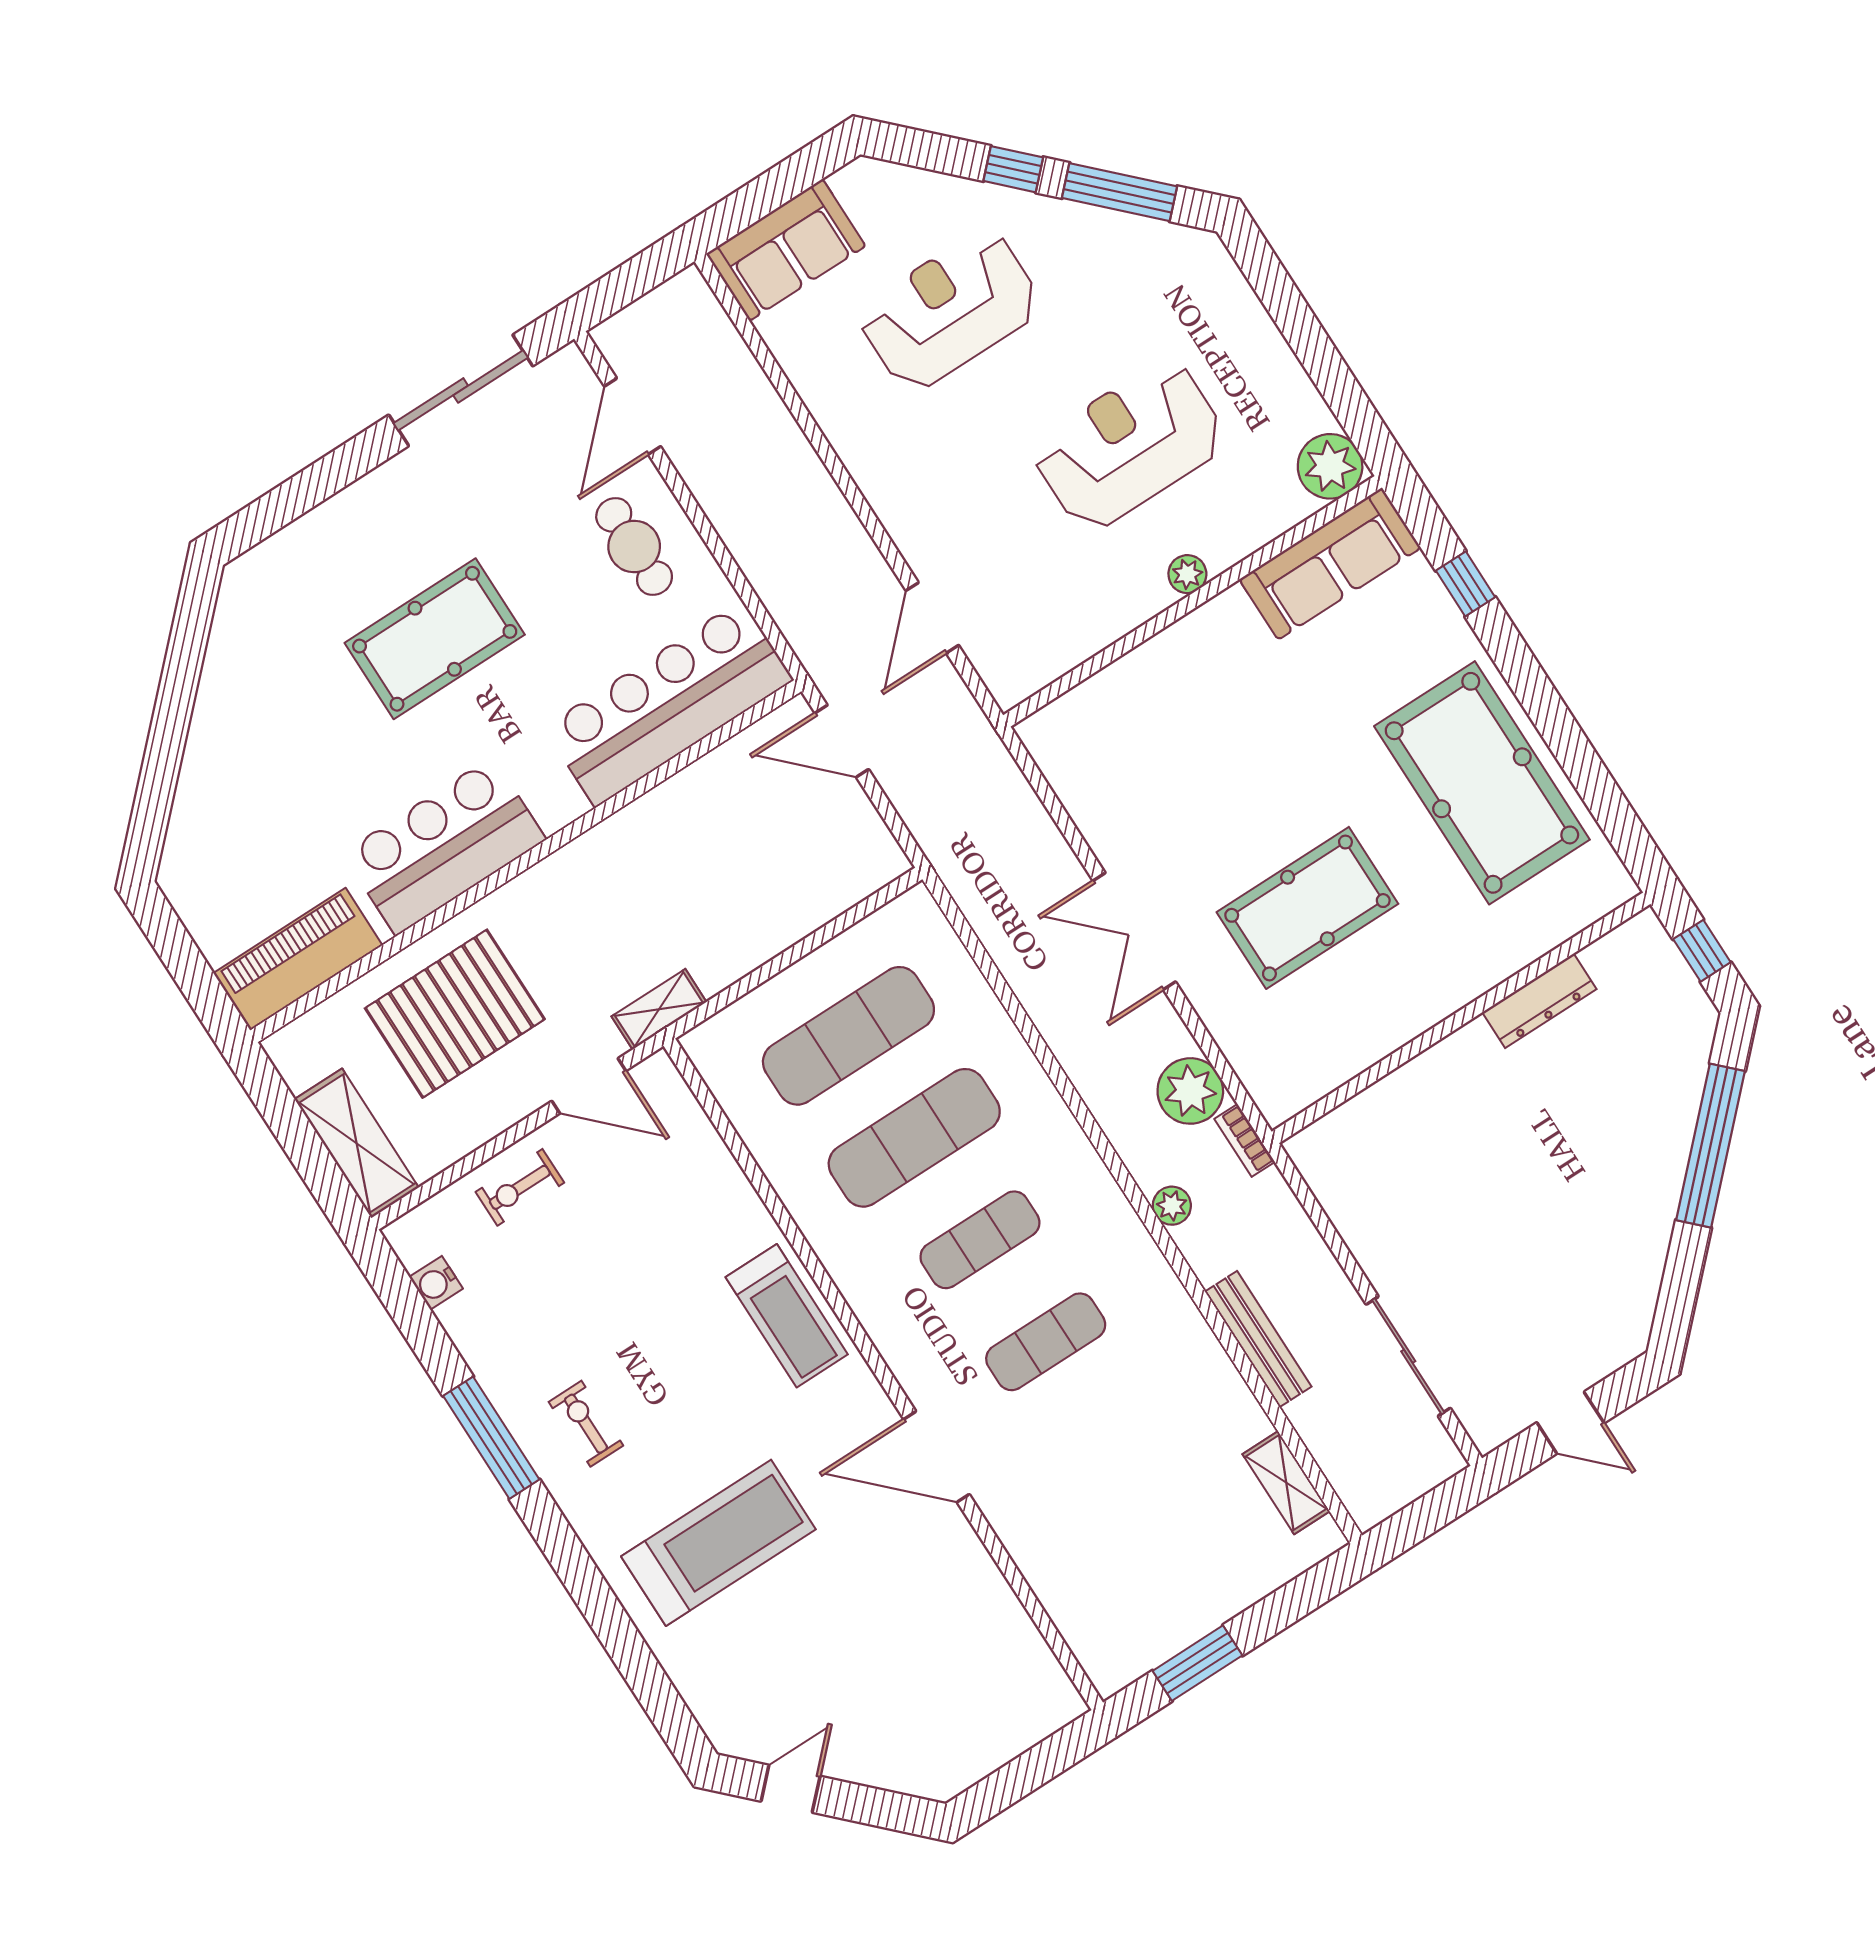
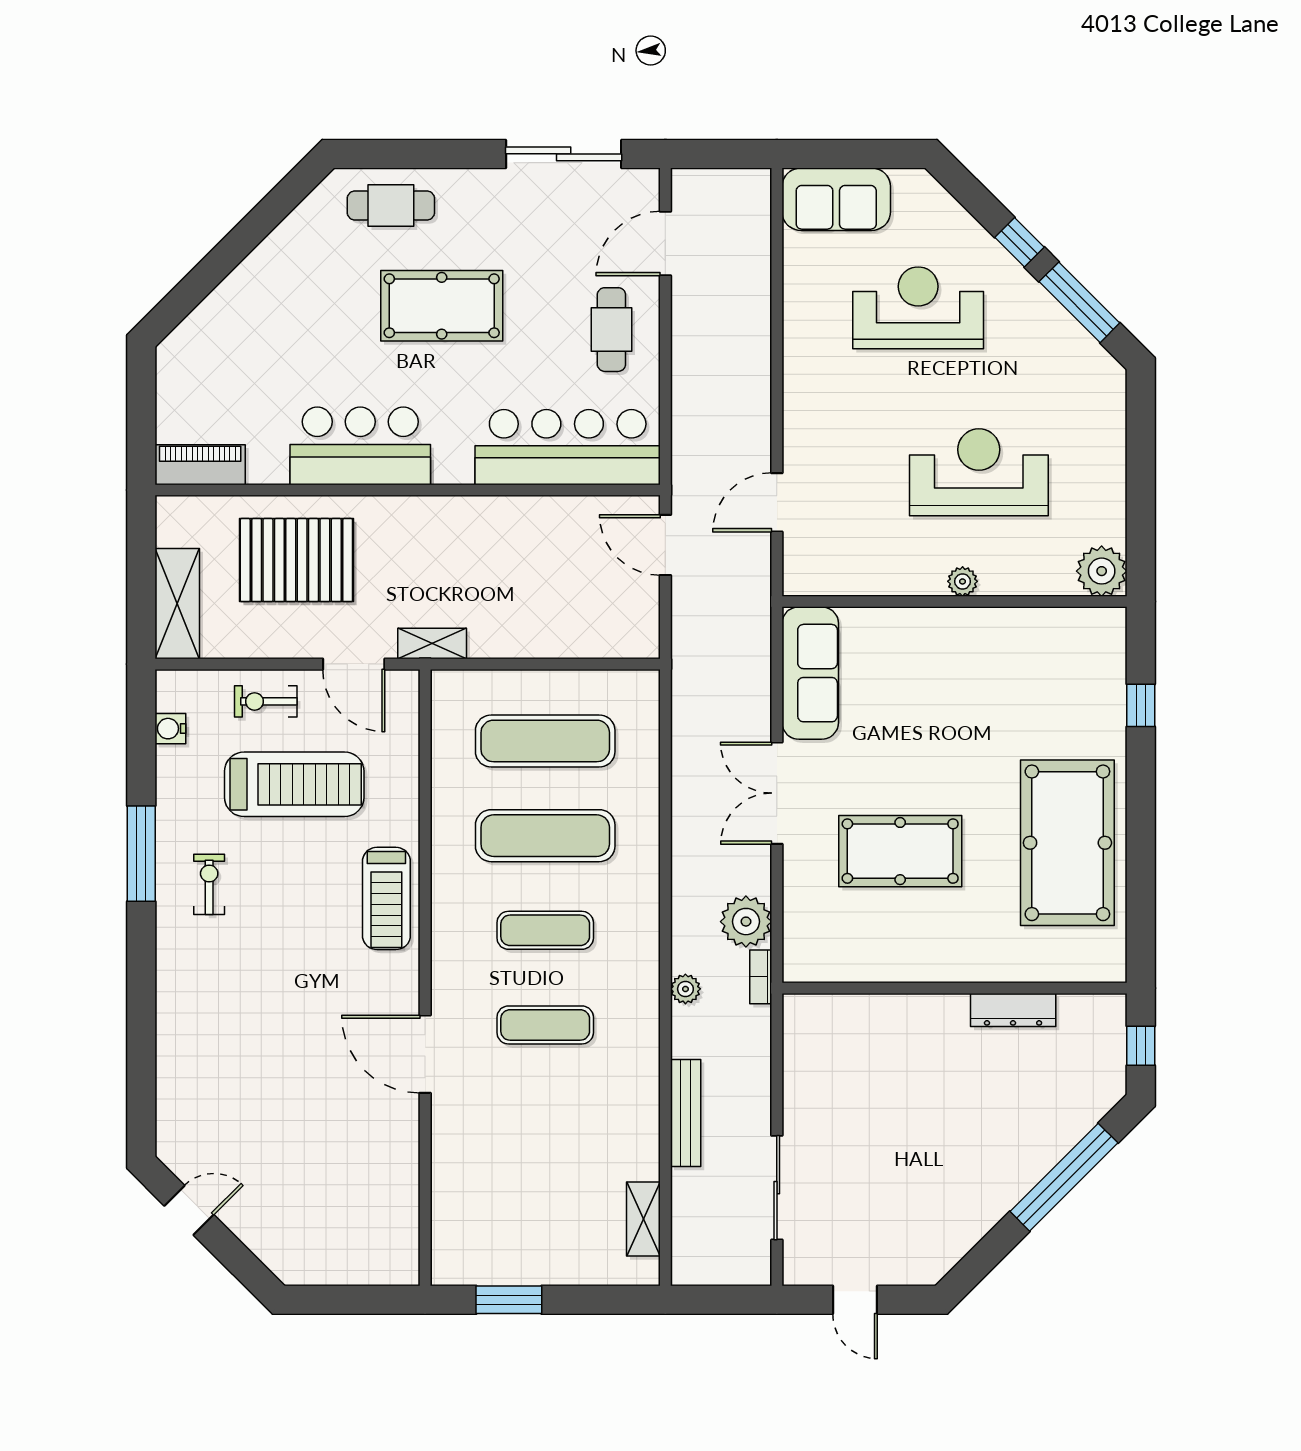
sofa: (1330, 564) -> (810, 673), moved, turned -90
cafe table: (310, 566) -> (391, 205), added
piano: (298, 959) -> (200, 465), width x0.73, depth x0.75
treadmill: (718, 1543) -> (294, 784), moved

